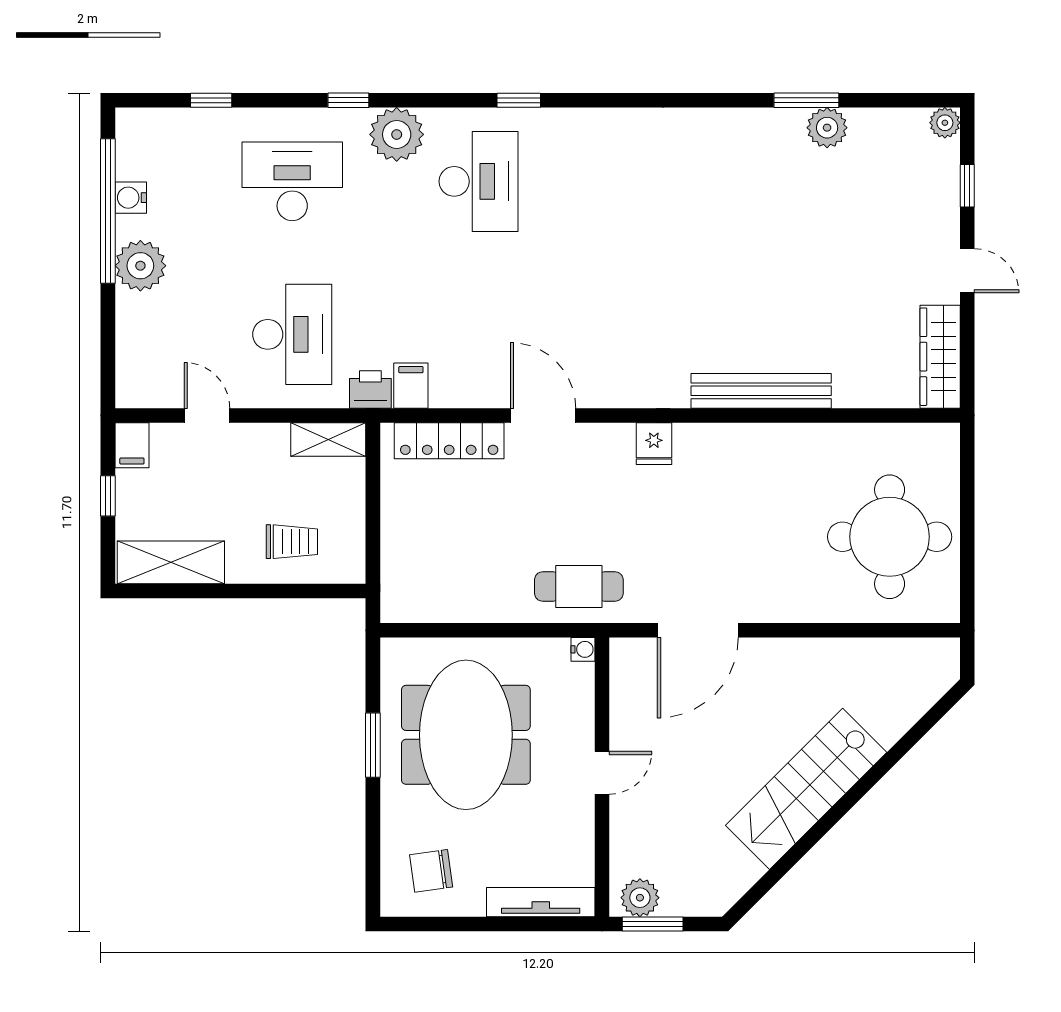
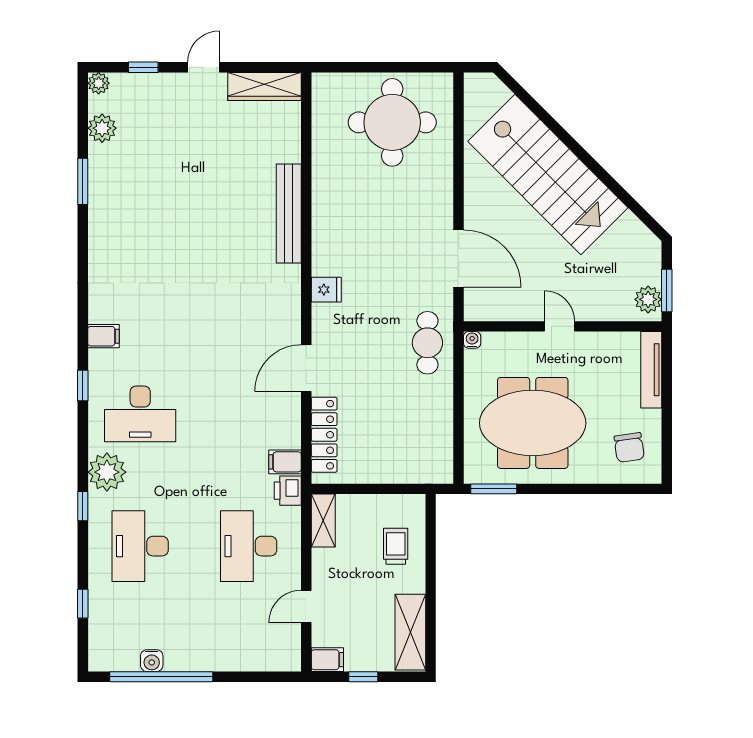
plant: (827, 128) -> (102, 128), moved
filing cabinet: (588, 130) -> (103, 336), added
desk: (479, 181) -> (140, 414), turned 180
plant: (140, 266) -> (200, 654), removed
desk: (292, 334) -> (249, 546), turned -90
window: (373, 745) -> (494, 489), moved
stairs: (806, 789) -> (548, 174), width x1.36, depth x1.51

